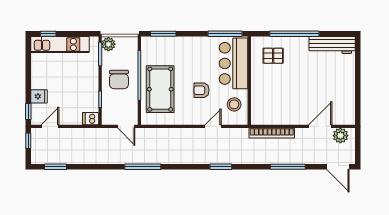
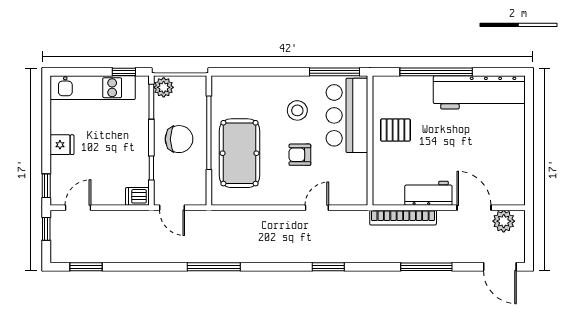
window: (48, 34) -> (124, 72), moved
window: (163, 34) -> (244, 72), removed
workbench: (332, 45) -> (479, 92), width x1.36, depth x1.32
pallet: (273, 56) -> (396, 130), moved
chair: (119, 80) -> (179, 139), turned -90
fridge: (39, 96) -> (62, 145), moved
stool: (234, 104) -> (297, 110), moved
workbench: (289, 117) -> (428, 193), added
door: (126, 126) -> (172, 208), moved
door: (320, 126) -> (474, 208), hinge flipped

